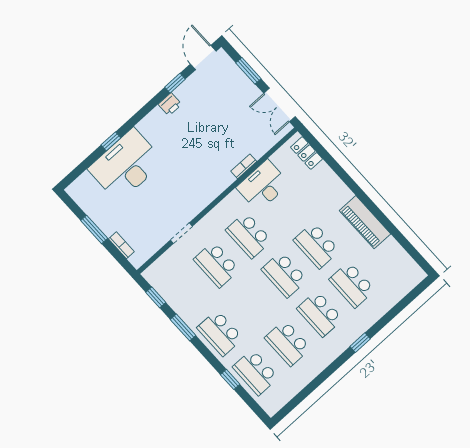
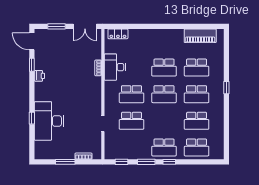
piano: (365, 222) -> (200, 36), moved
window: (230, 379) -> (169, 162), moved

